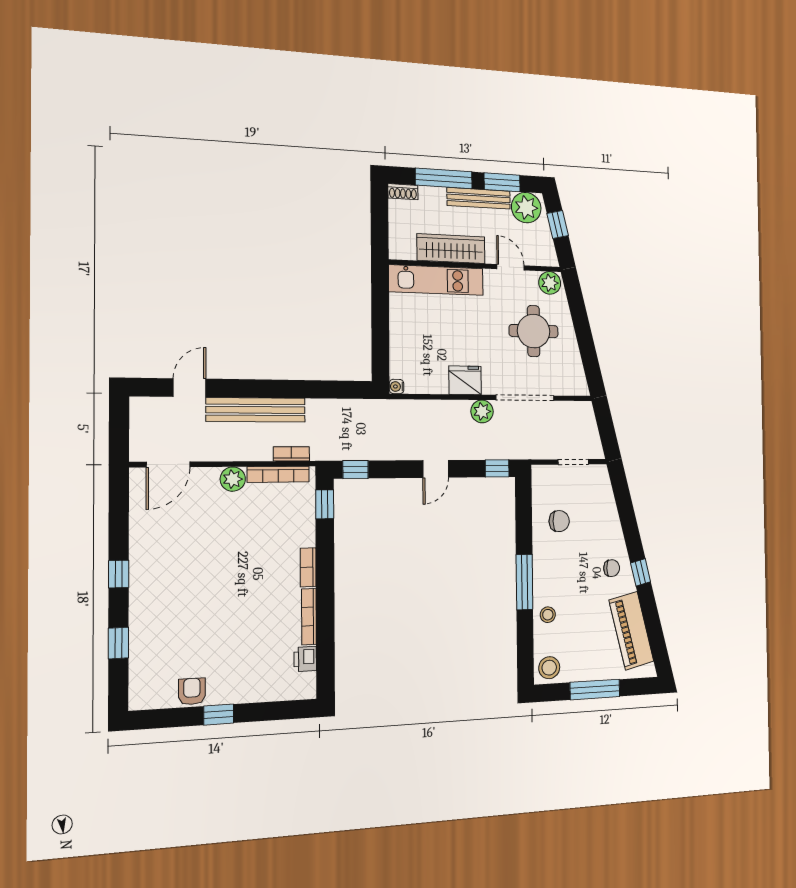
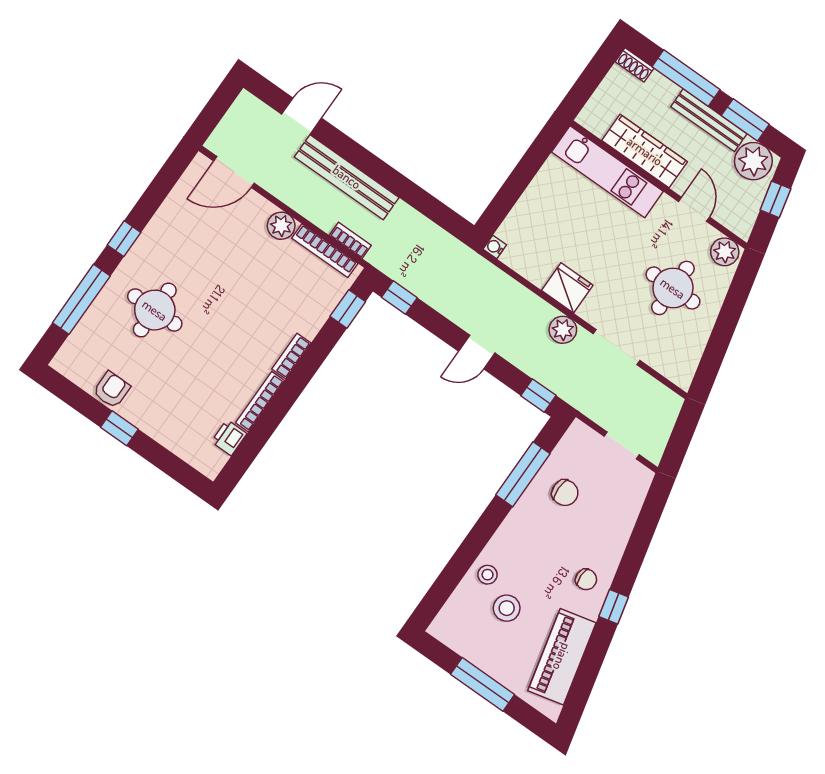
doorway: (525, 398) -> (617, 347), width x0.73
window: (524, 582) -> (523, 474), moved
round table: (182, 609) -> (155, 310), added
window: (118, 643) -> (81, 299), width x2.17
stool: (549, 668) -> (507, 608), moved

